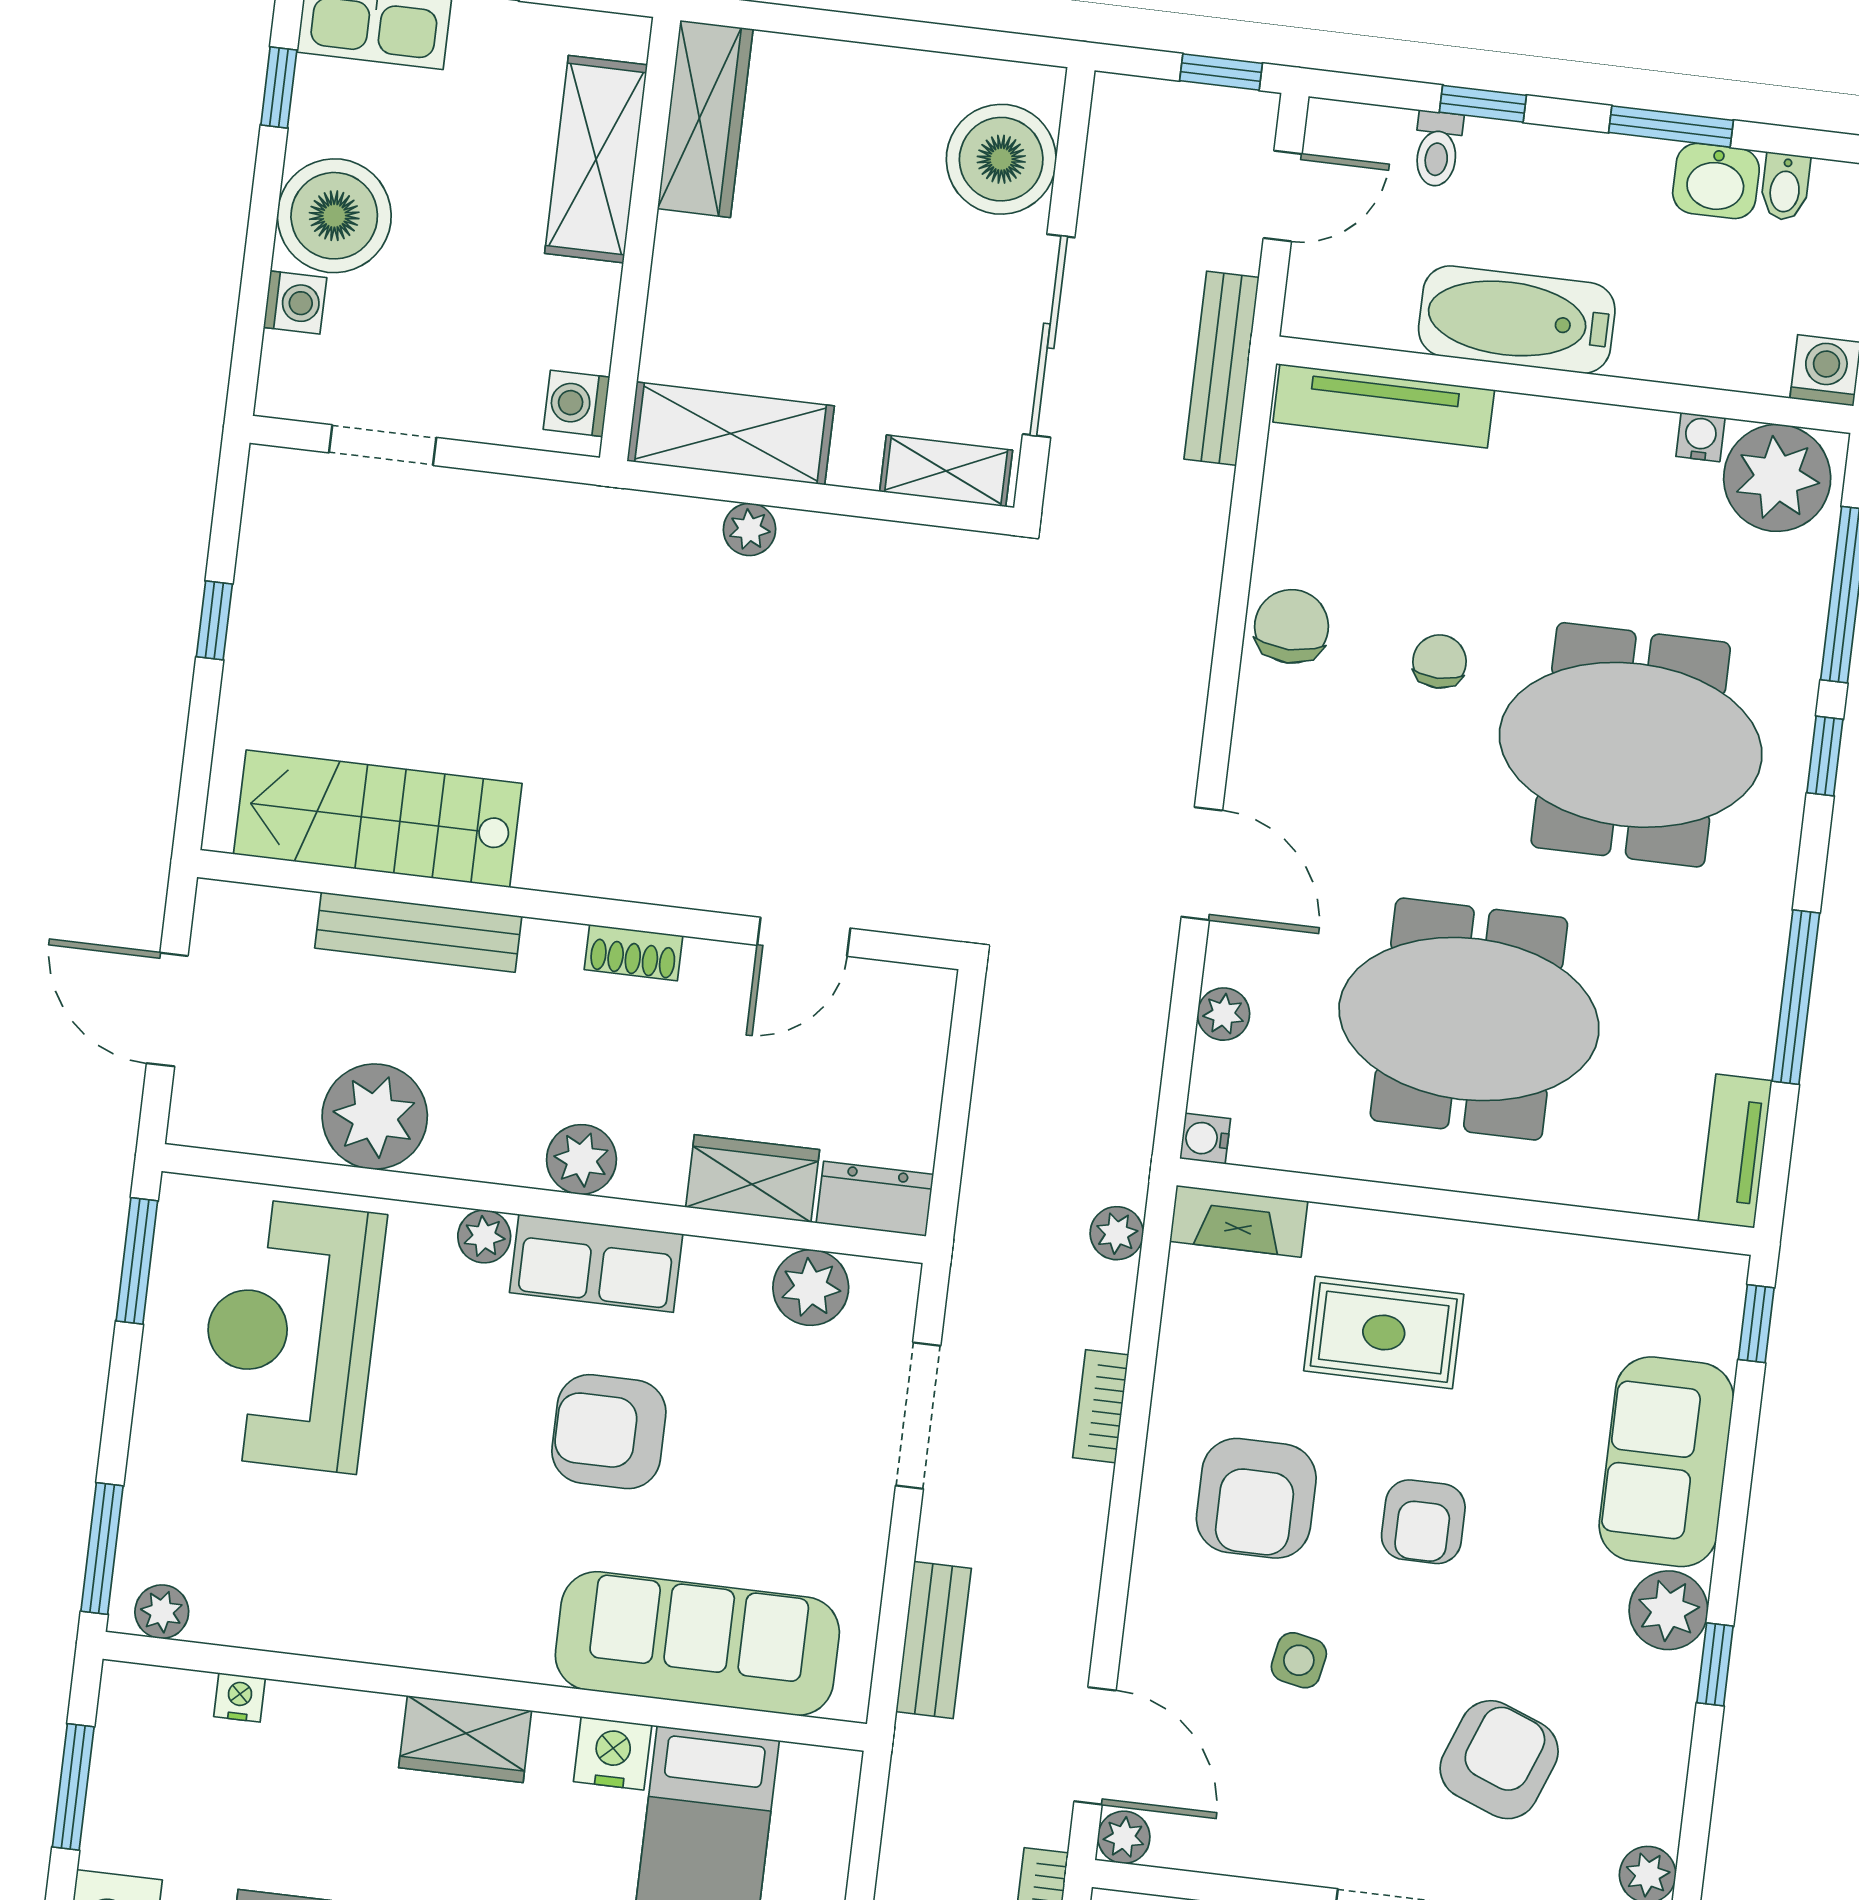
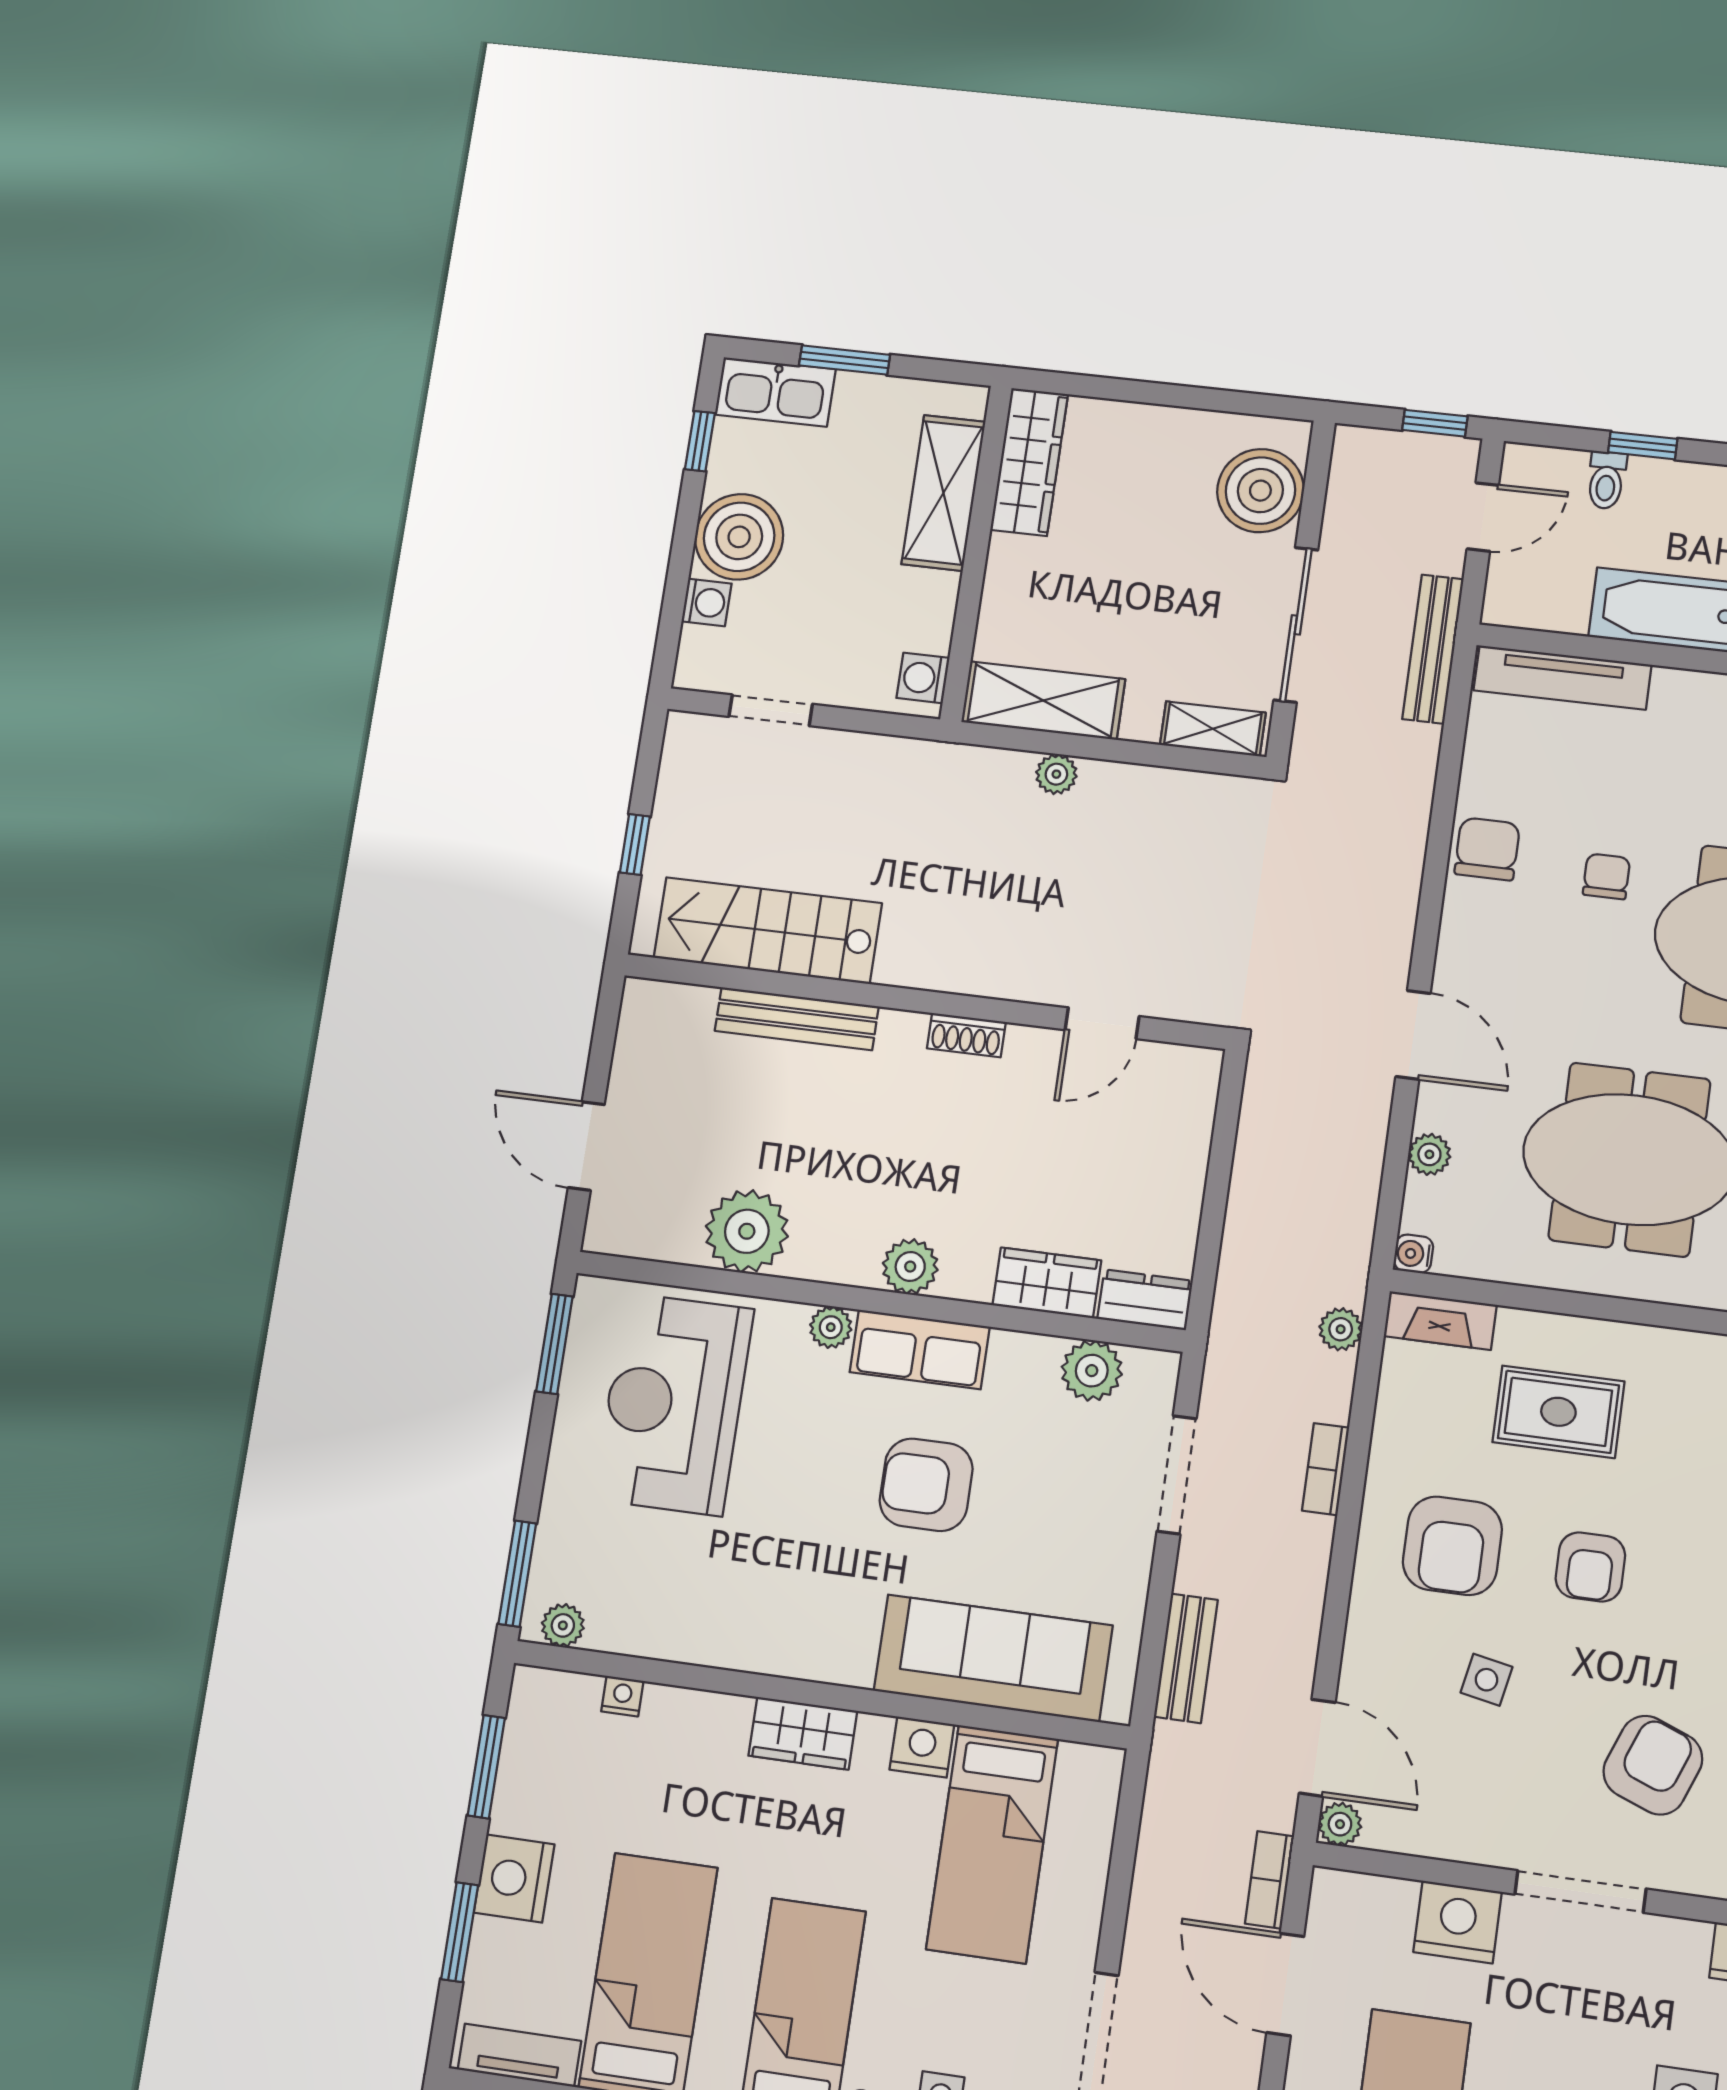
stairs: (378, 819) -> (768, 931), moved
wall: (579, 910) -> (924, 1001), moved
bench: (418, 932) -> (797, 1019), moved
door: (804, 937) -> (1102, 1023), moved
shoe rack: (633, 953) -> (966, 1035), moved

